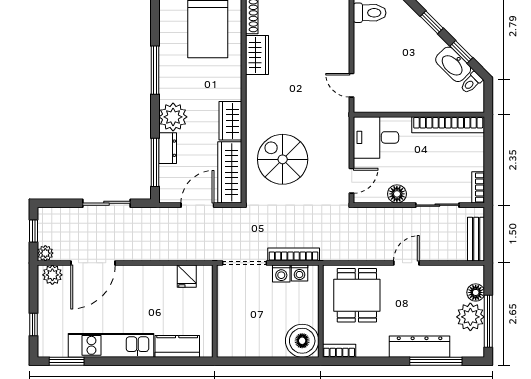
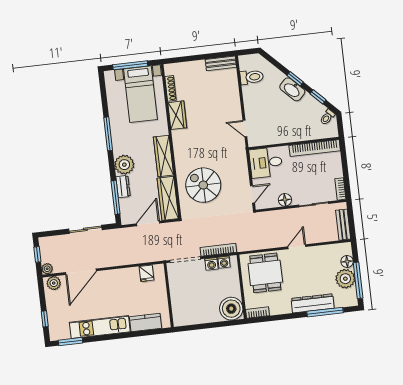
washbasin: (453, 64) -> (292, 89), moved
wardrobe: (230, 121) -> (163, 156), width x1.50

